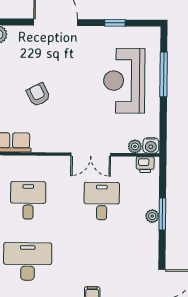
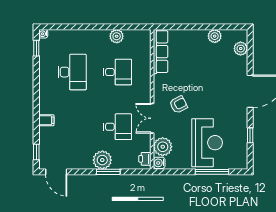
reception desk: (124, 81) -> (207, 143), turned 90
armchair: (38, 95) -> (179, 105), moved
plant: (135, 146) -> (163, 147), width x1.87, depth x1.87
plant: (152, 216) -> (102, 160), width x1.87, depth x1.87

